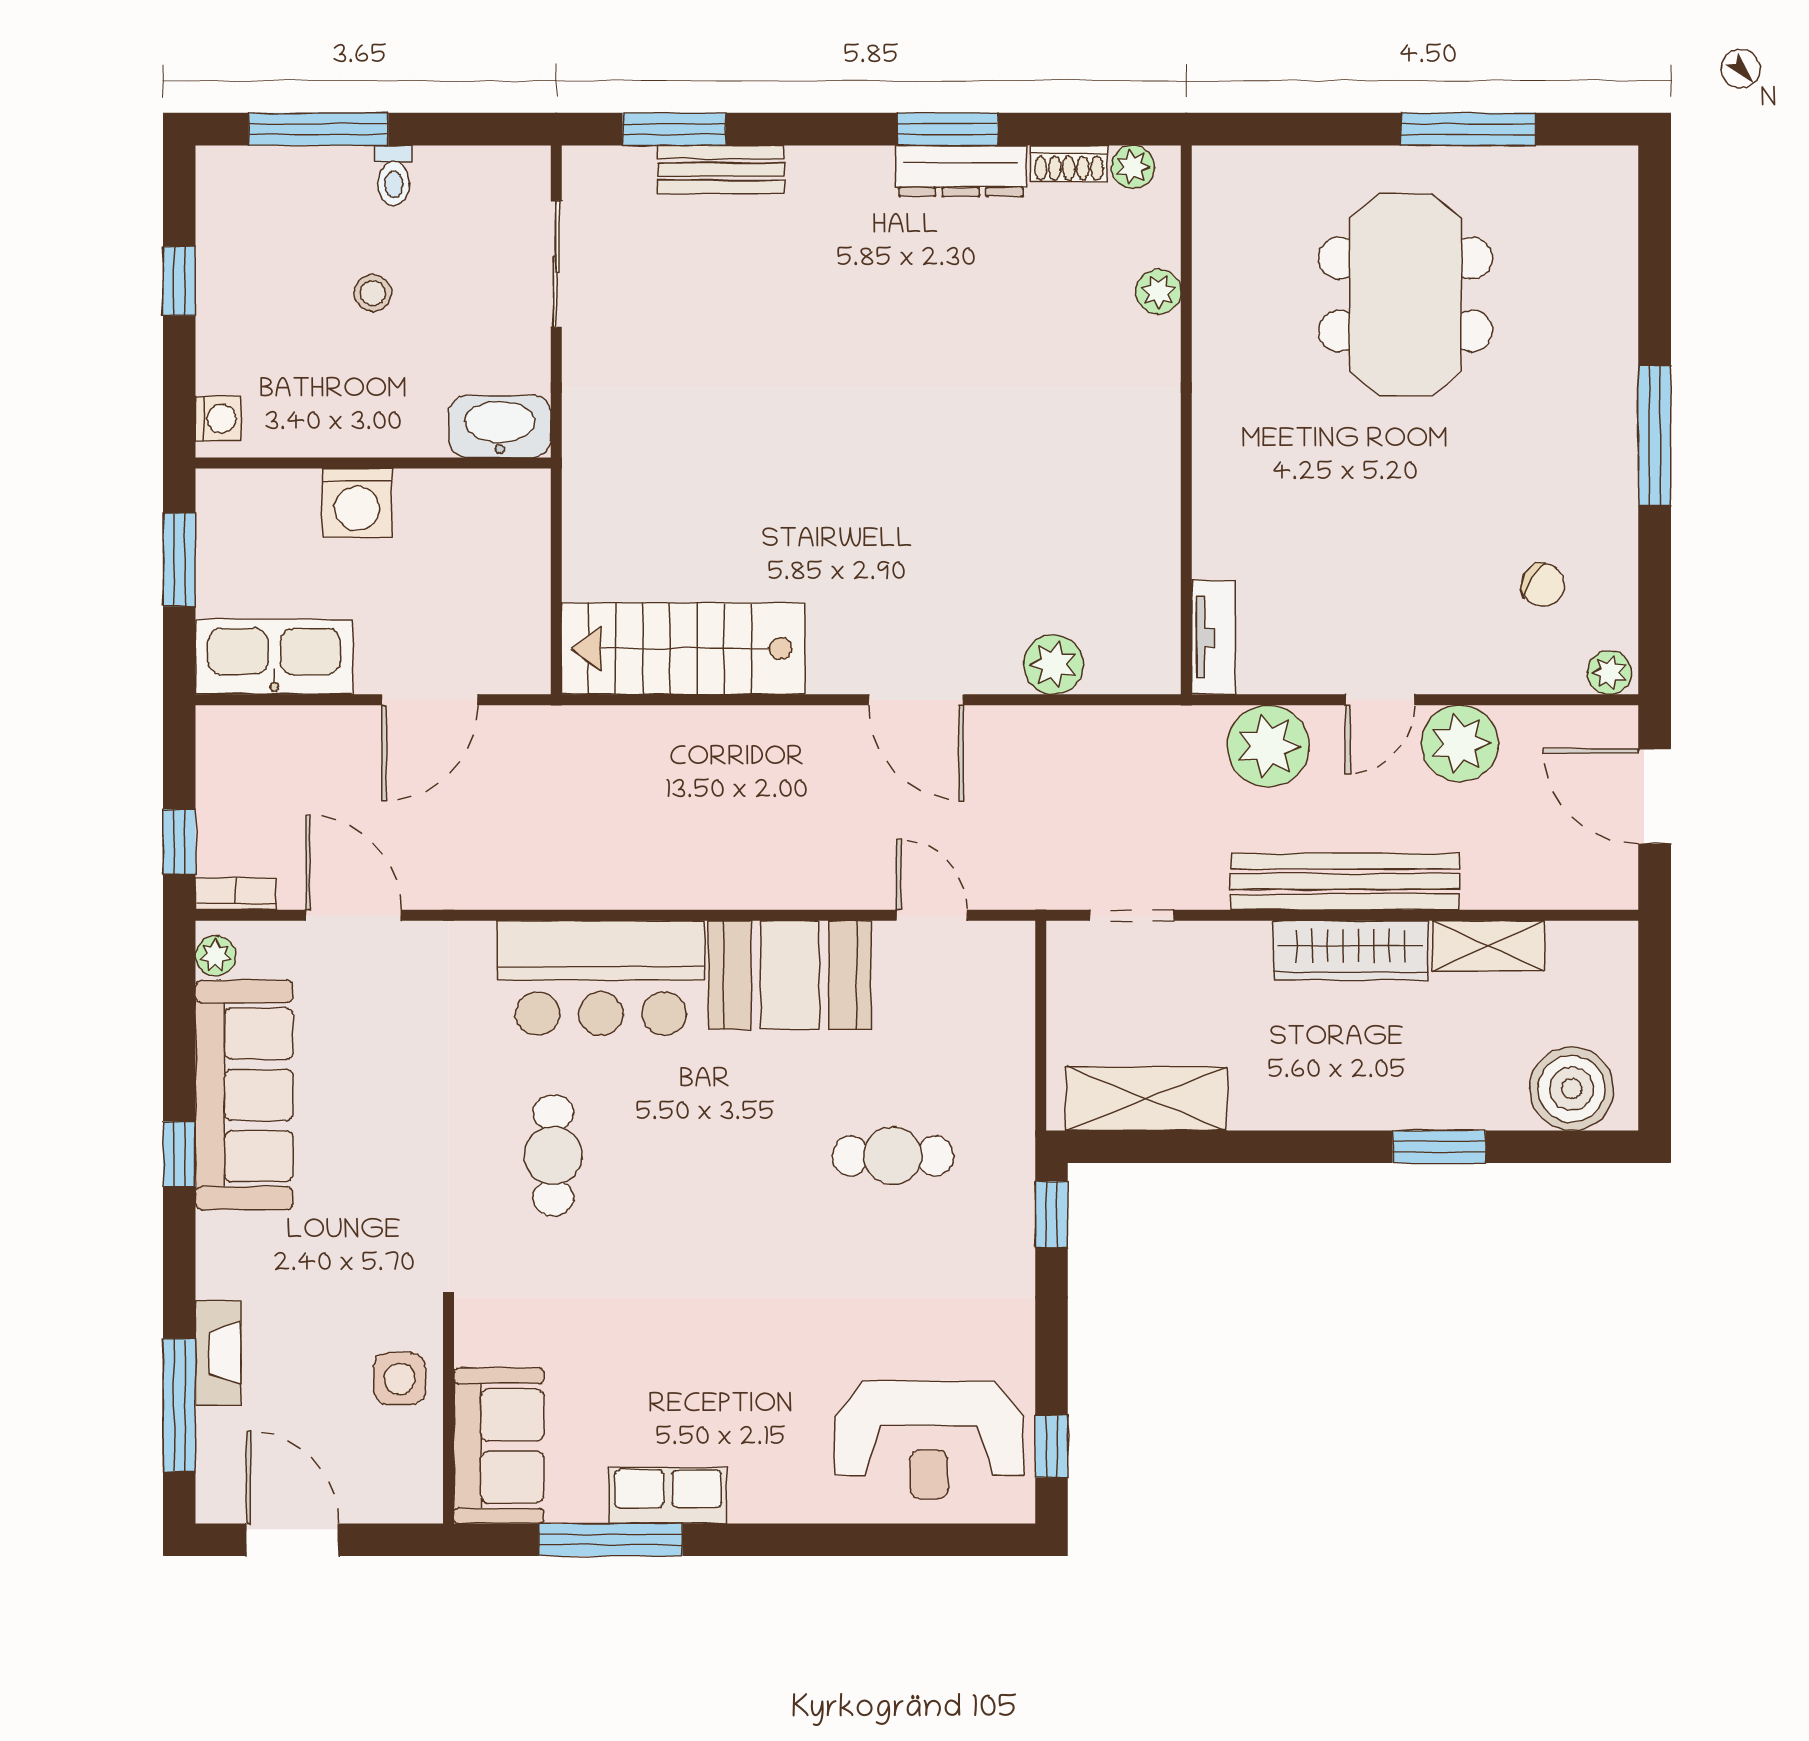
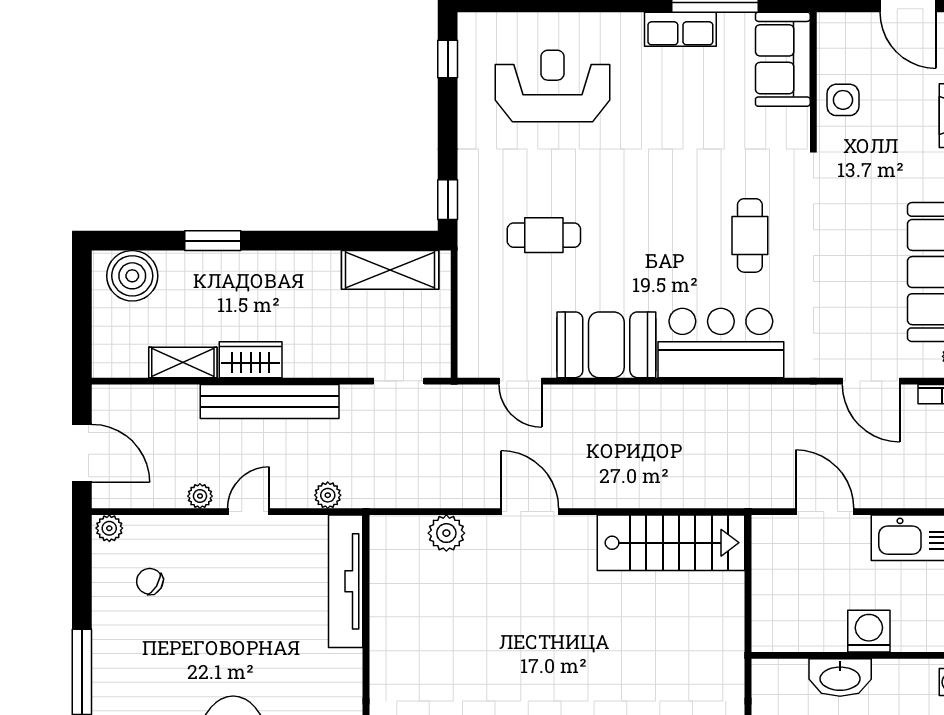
washbasin: (500, 426) -> (840, 678), moved
tv unit: (1213, 637) -> (346, 581), width x1.92, depth x1.29
door: (430, 700) -> (825, 512), hinge flipped
plant: (1460, 743) -> (200, 496), width x0.53, depth x0.53
plant: (1268, 746) -> (328, 495), width x0.53, depth x0.53
wardrobe: (1350, 950) -> (251, 360), width x0.67
reception desk: (929, 1440) -> (553, 86), moved

